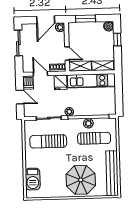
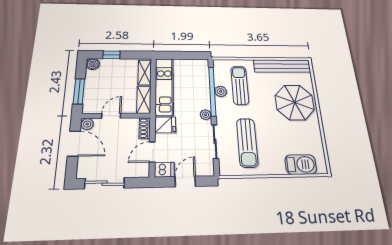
door: (67, 53) -> (111, 116), moved

